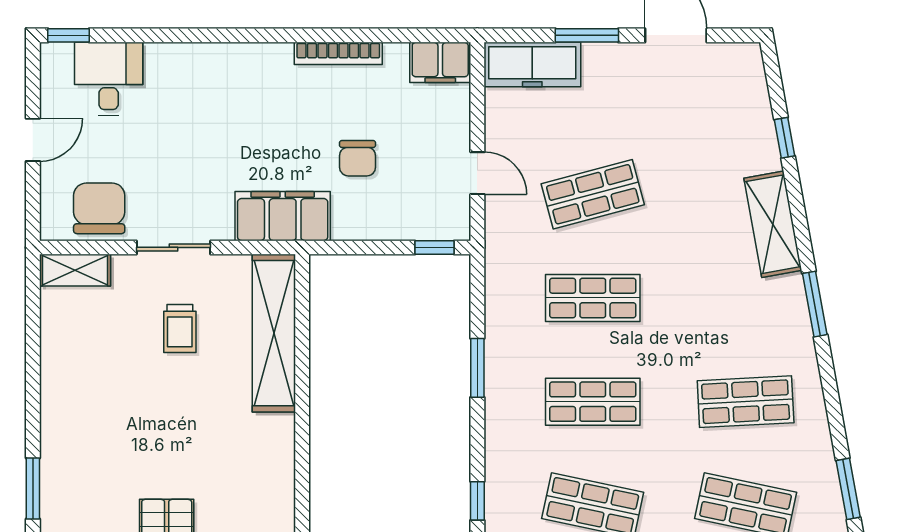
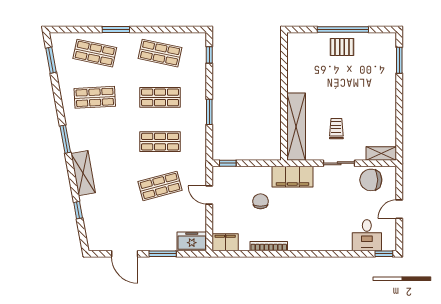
freezer: (532, 65) -> (192, 241), width x0.71
chair: (99, 208) -> (371, 180), turned 90

